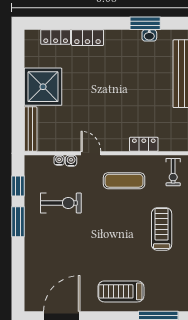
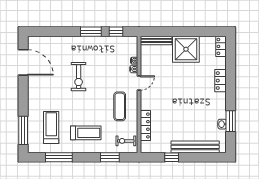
locker: (56, 37) -> (221, 46), moved
locker: (144, 144) -> (145, 125), width x1.53
exercise bike: (61, 203) -> (79, 77), moved
treadmill: (121, 291) -> (51, 128), moved

